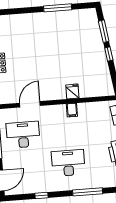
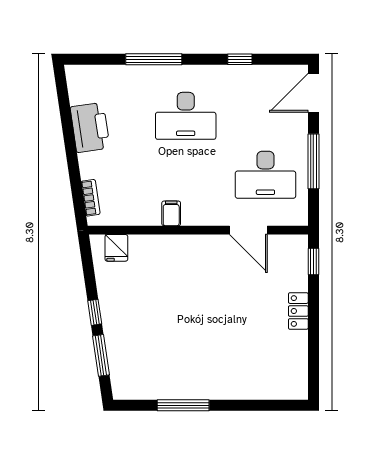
fridge: (72, 91) -> (116, 248), moved
door: (30, 104) -> (248, 230), hinge flipped

